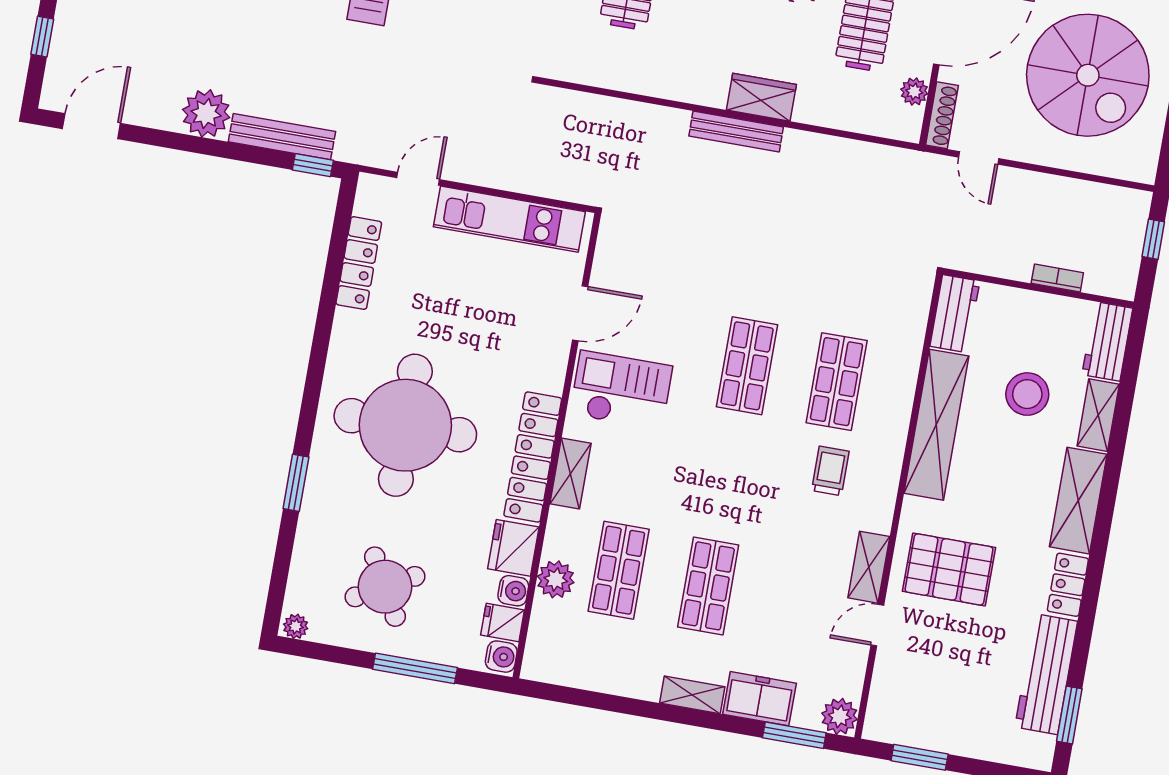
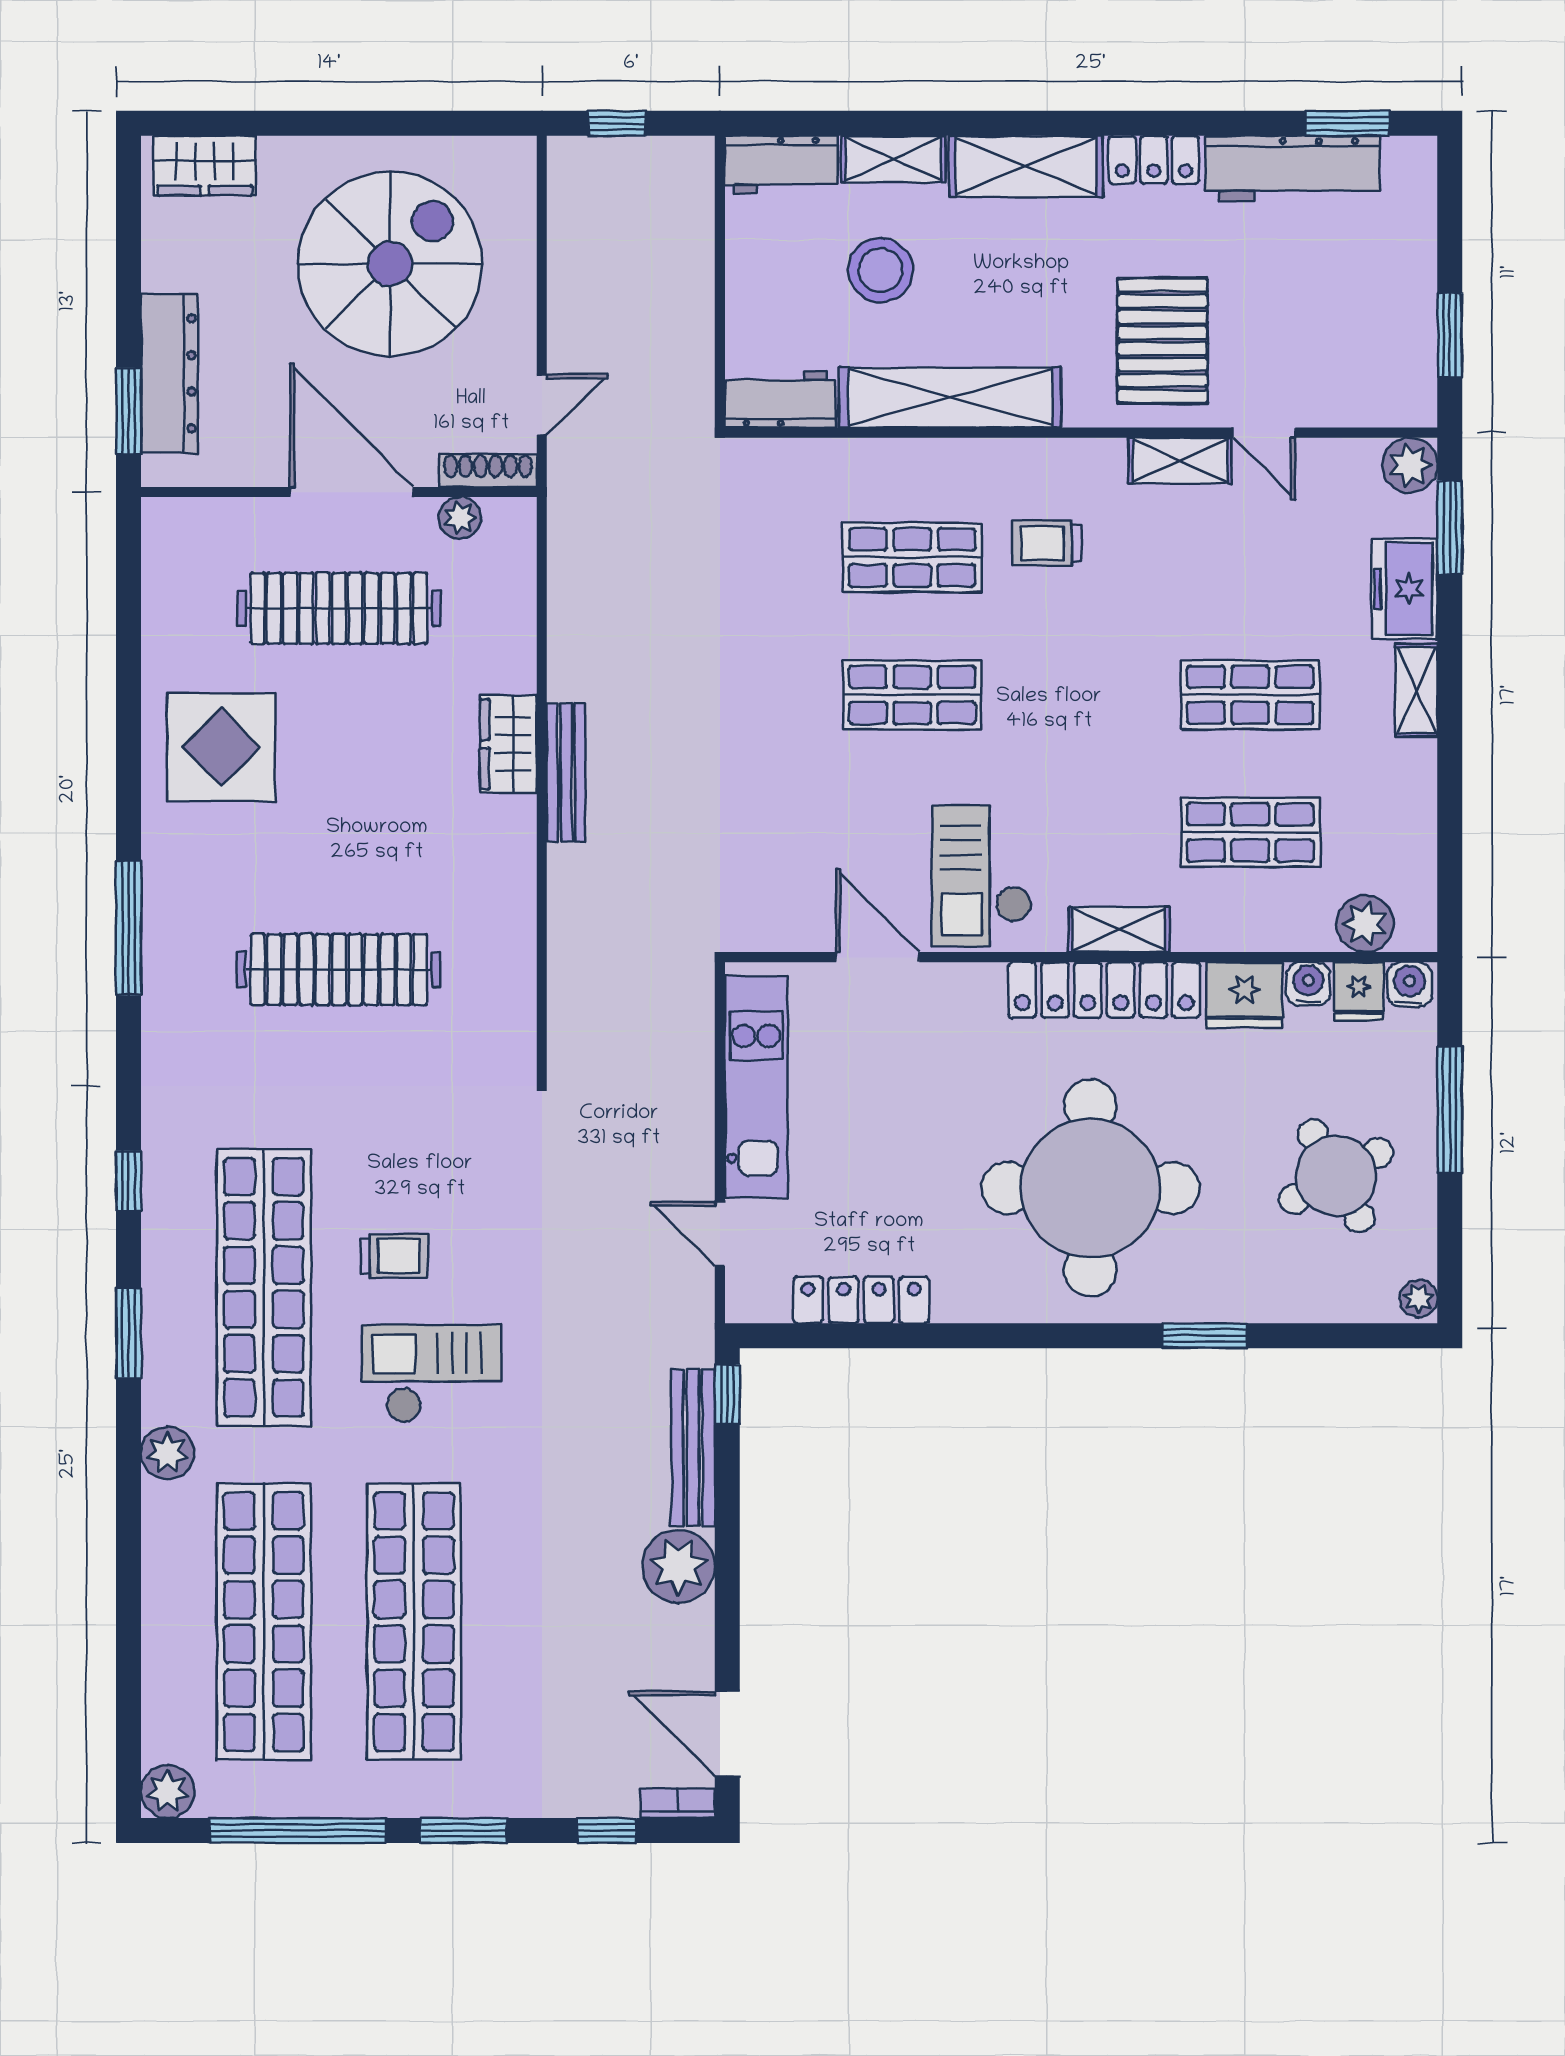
bookcase: (1057, 278) -> (678, 1803), moved, turned 90
plant: (556, 579) -> (1365, 924), moved

